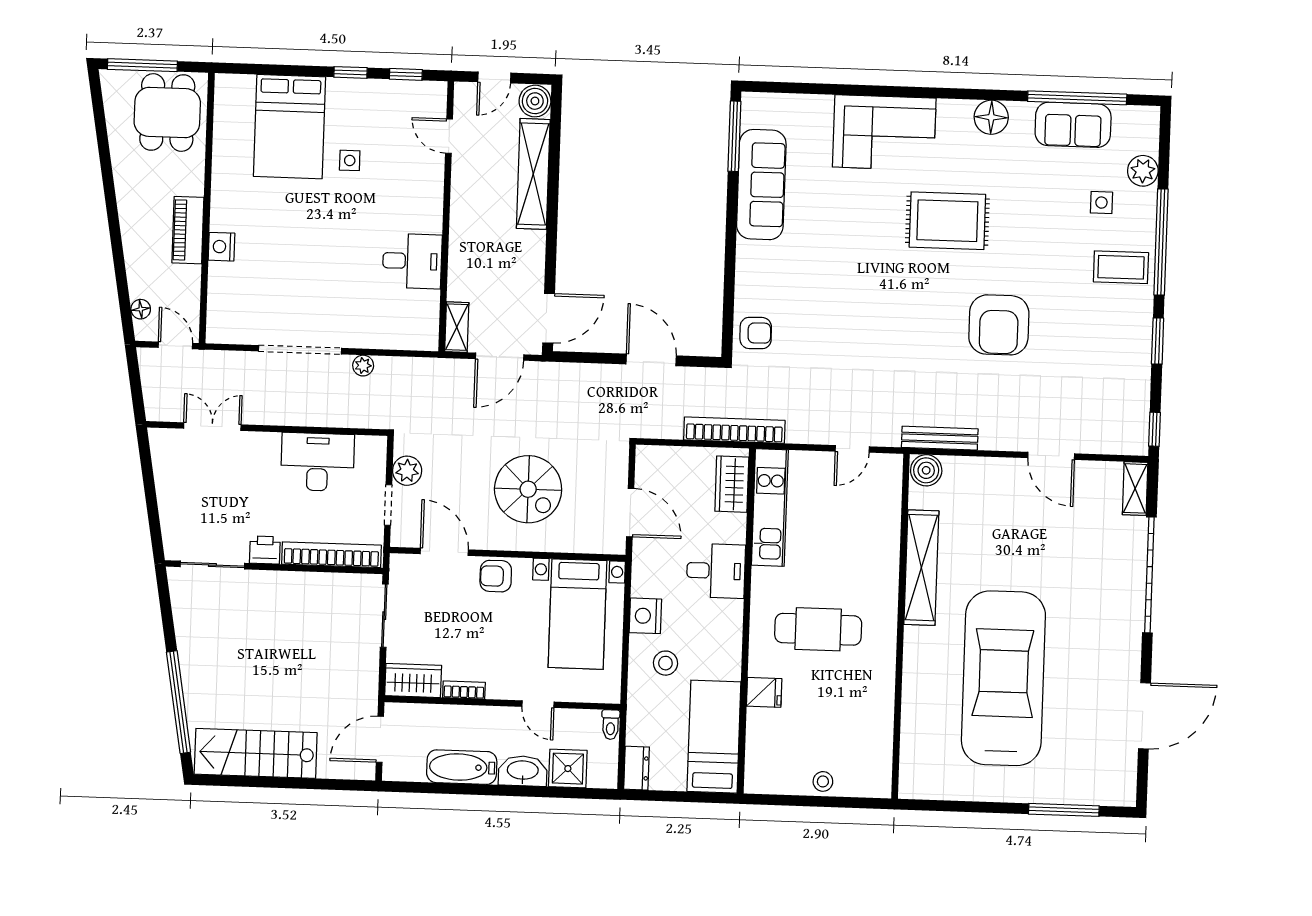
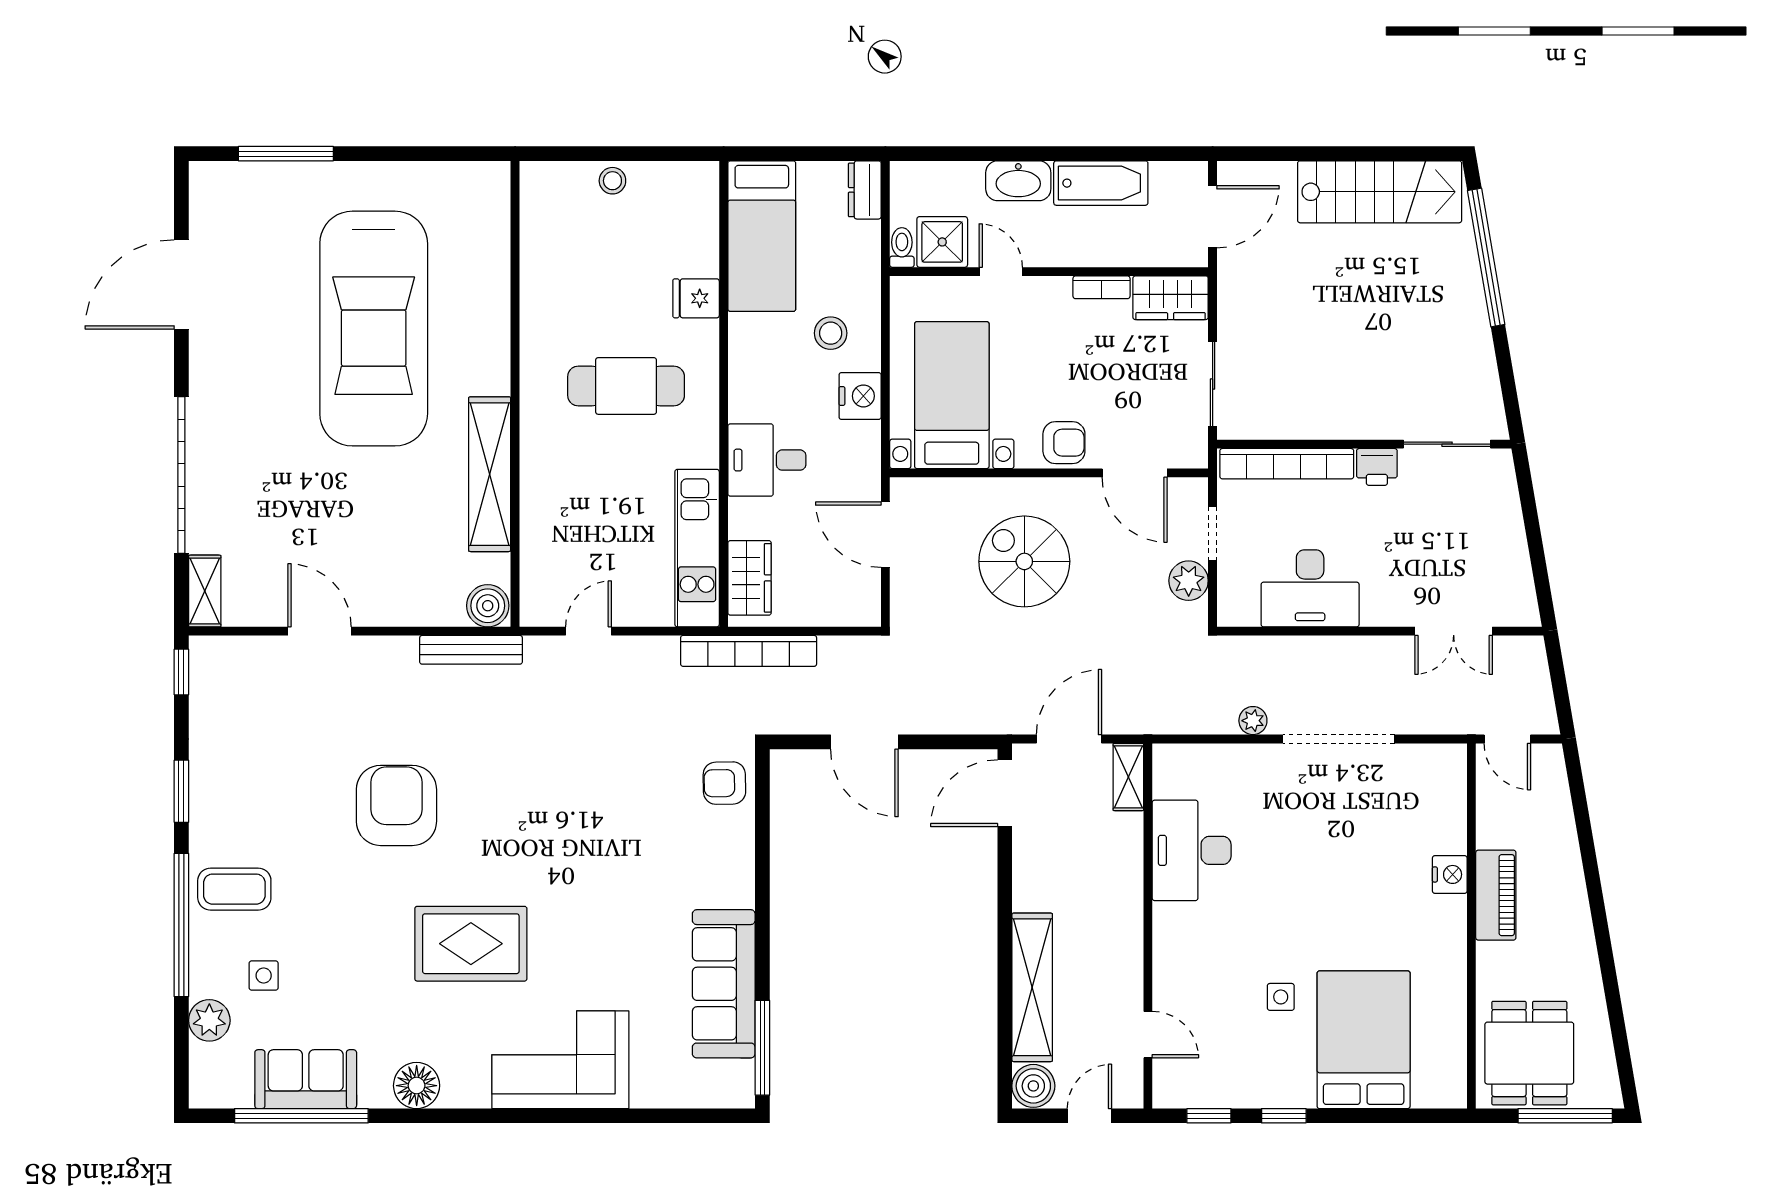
desk: (412, 261) -> (1192, 850), width x1.37
floor lamp: (141, 309) -> (1556, 786), removed
shower: (568, 769) -> (942, 242), moved

